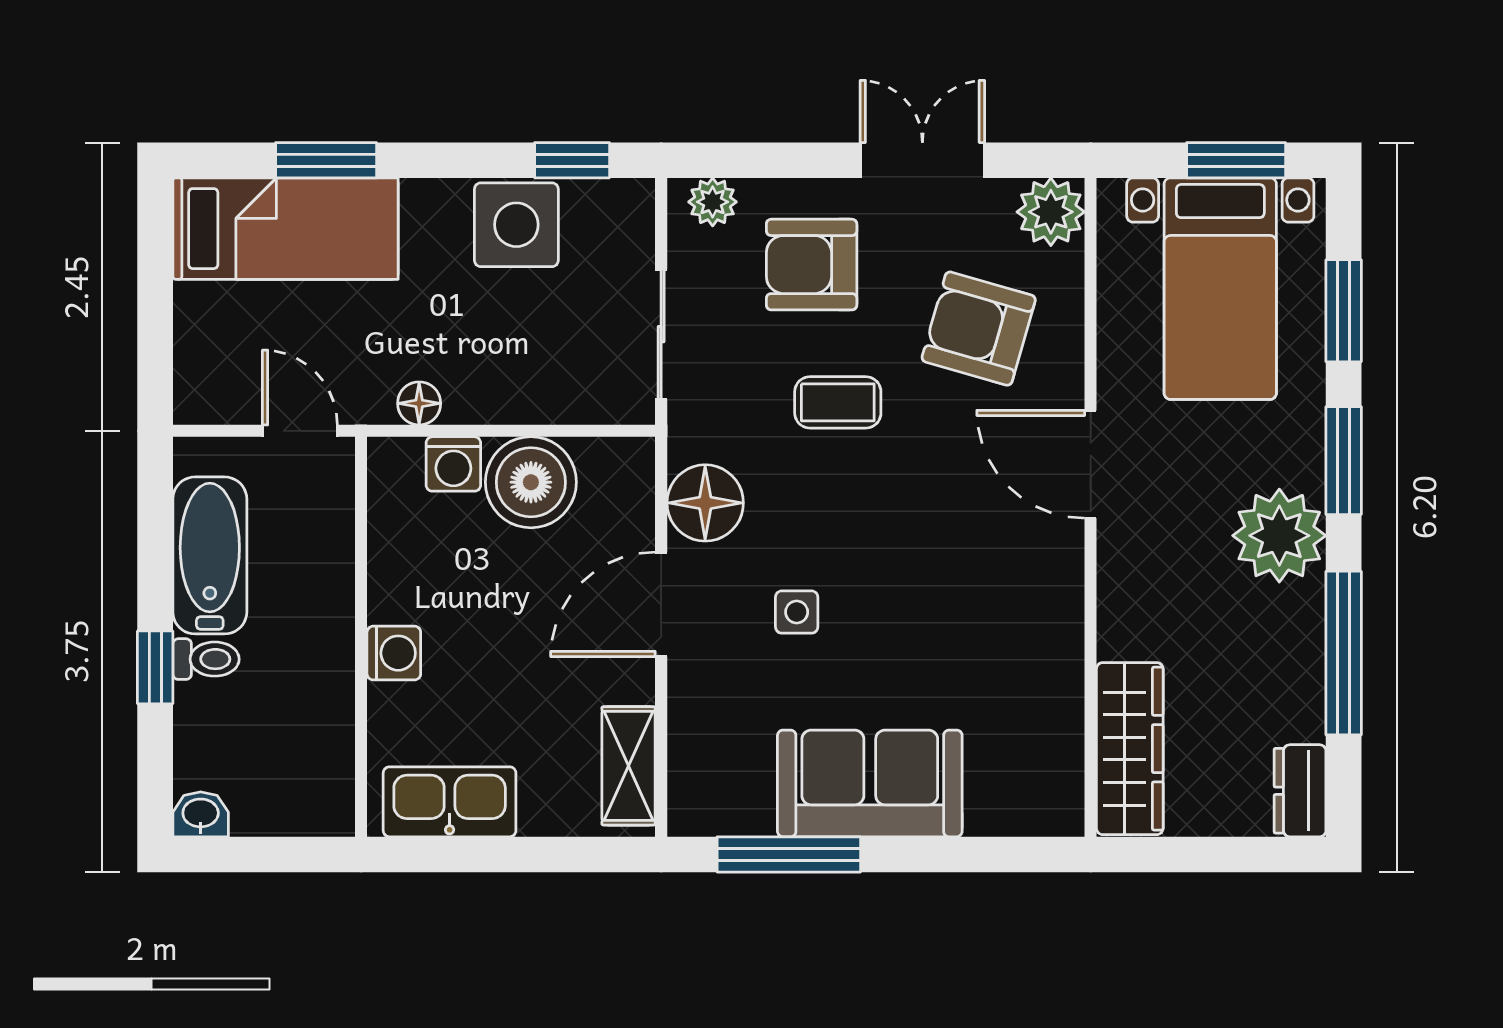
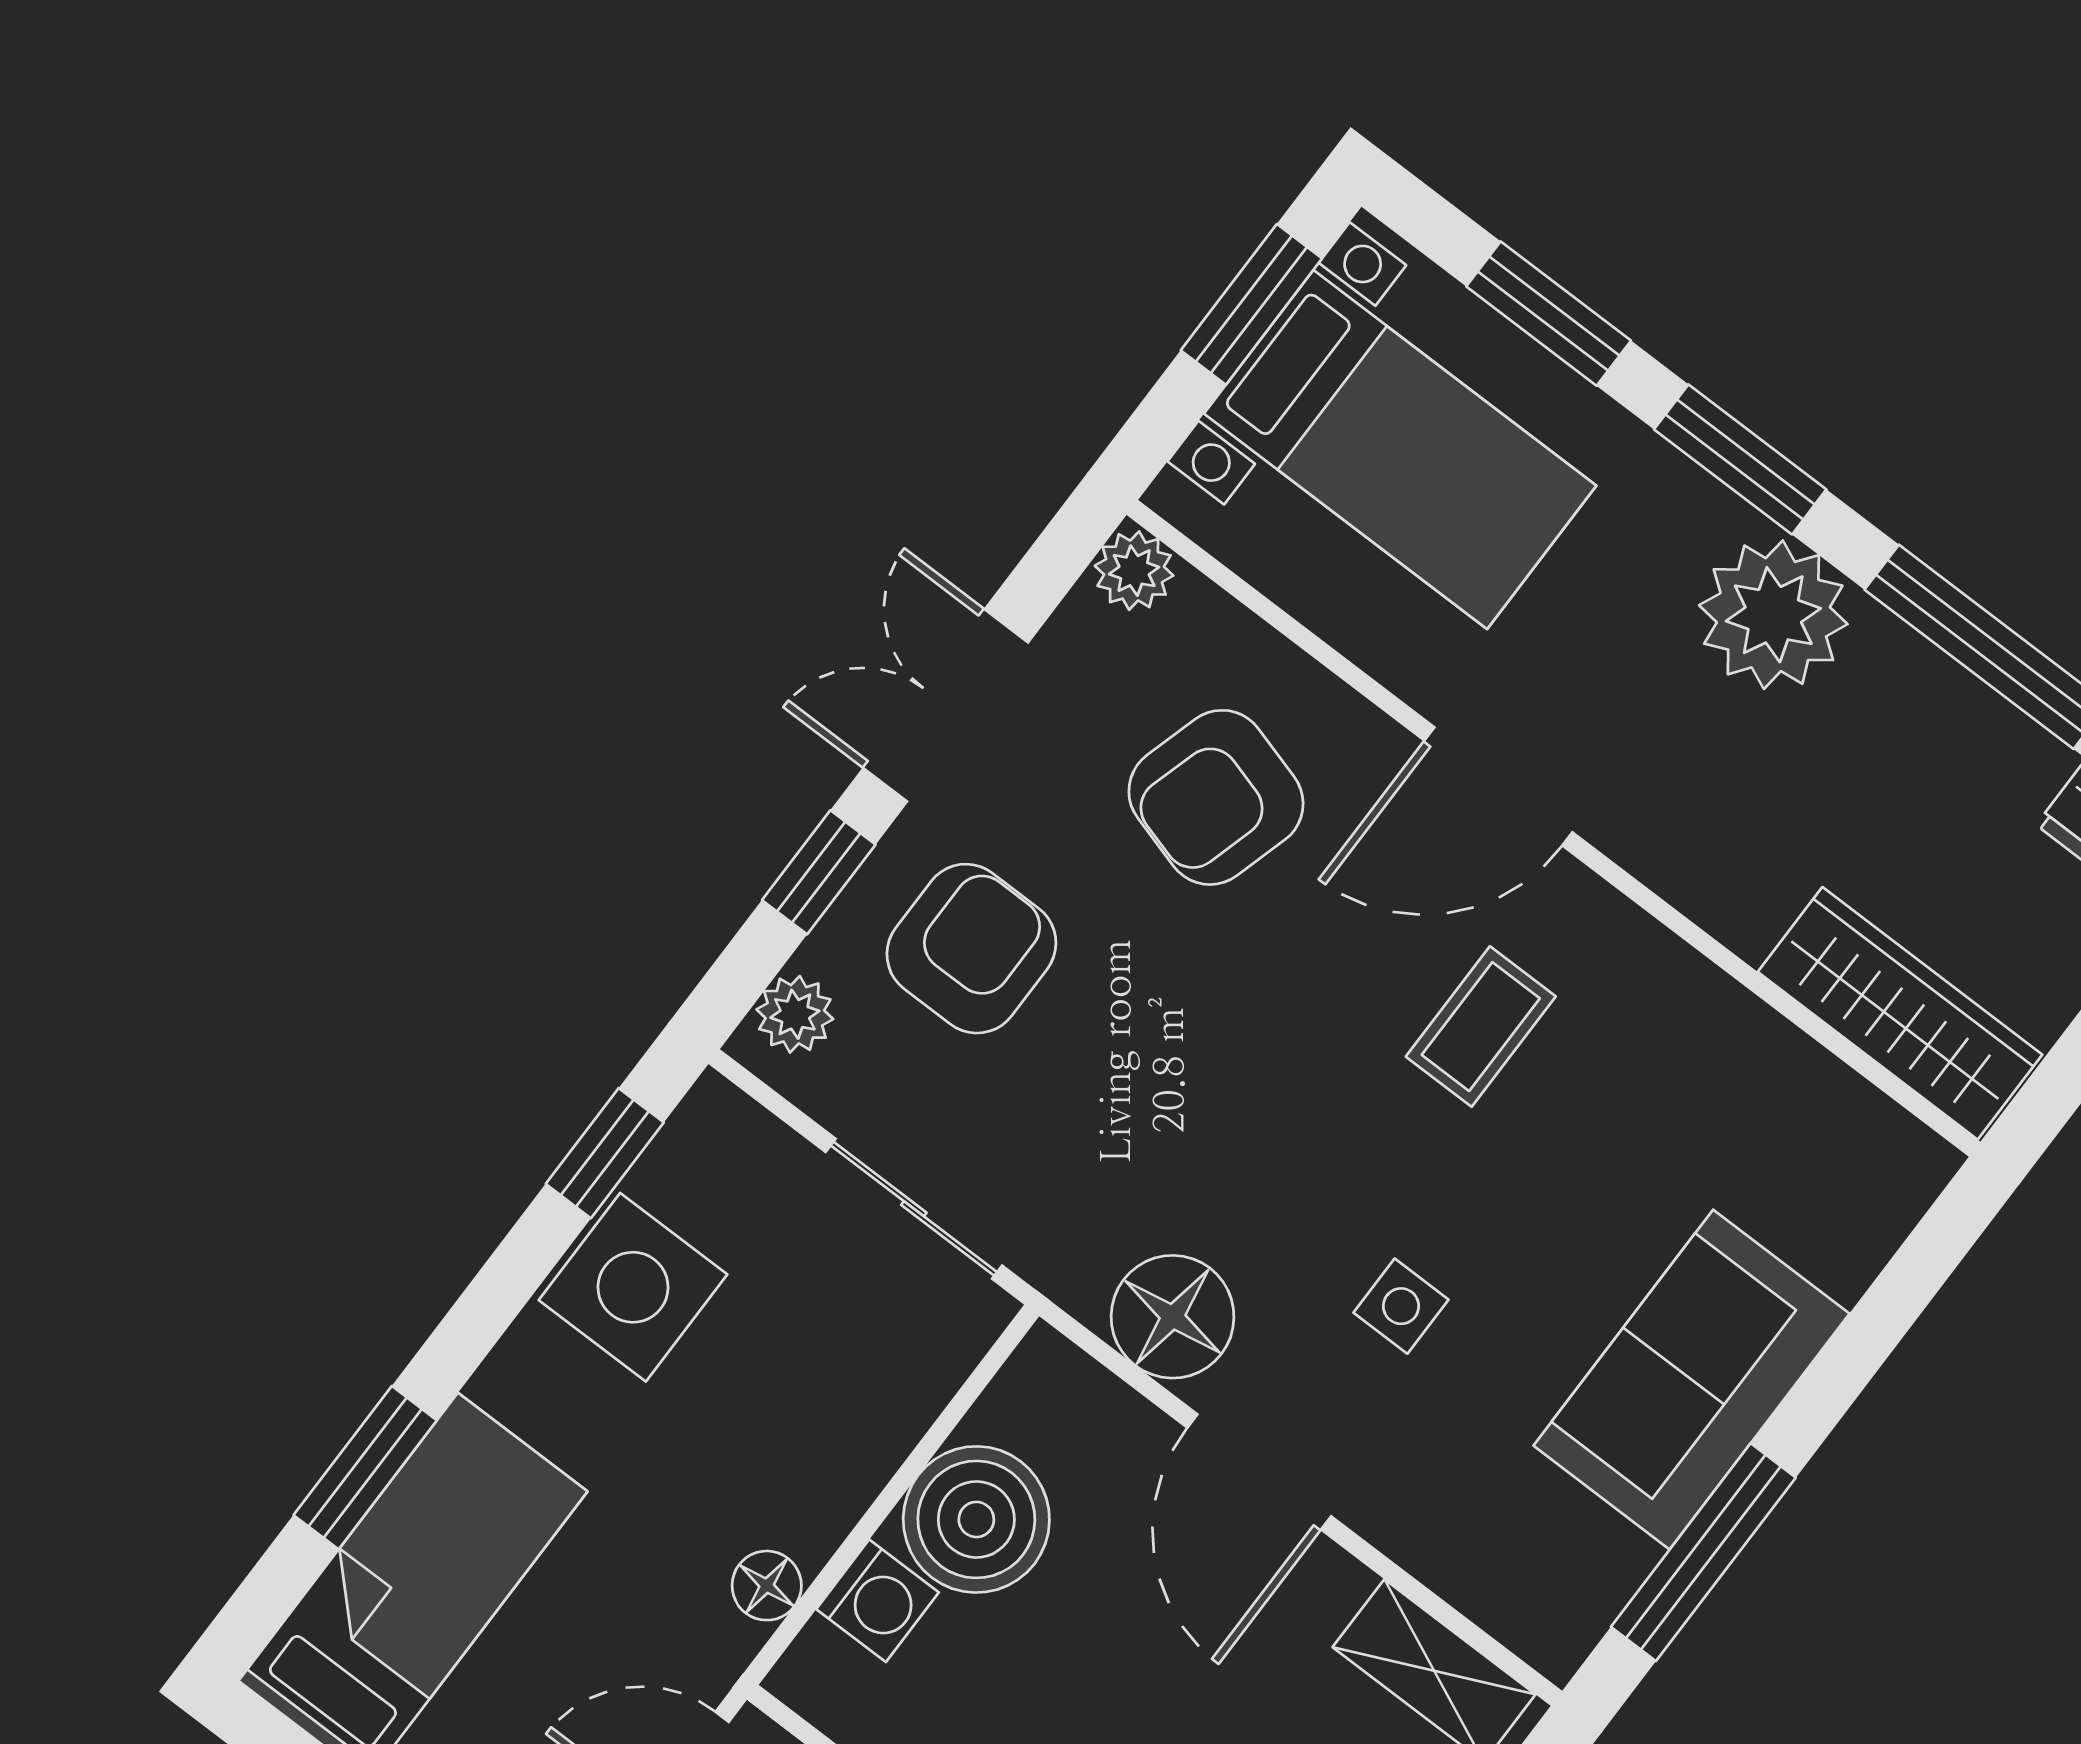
window: (792, 160) -> (819, 872), added
plant: (1051, 212) -> (1134, 571), width x0.73, depth x0.73
armchair: (812, 265) -> (971, 949), turned 180
coffee table: (838, 402) -> (1481, 1027), moved

